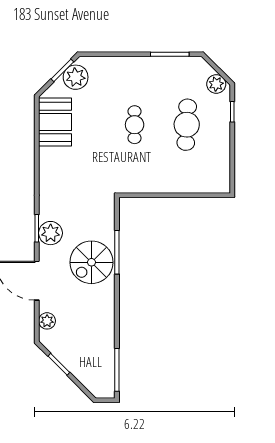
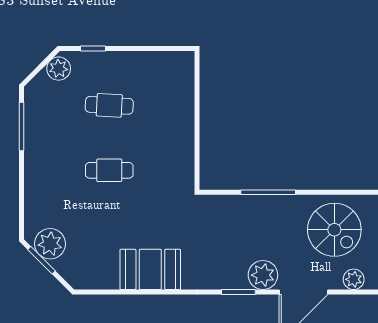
booth: (55, 122) -> (150, 269), moved
cafe table: (187, 125) -> (109, 105), width x0.73, depth x0.74
plant: (51, 233) -> (263, 275), moved
spiral stairs: (91, 262) -> (334, 230), moved

